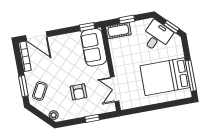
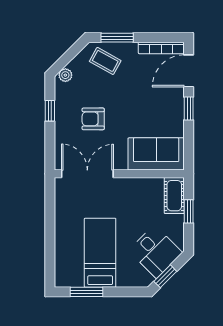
window: (87, 27) -> (189, 108), moved
window: (191, 76) -> (87, 292), width x0.69
bed: (165, 77) -> (100, 253), width x0.67
double door: (115, 89) -> (87, 174), width x1.37
window: (92, 118) -> (50, 111), moved

